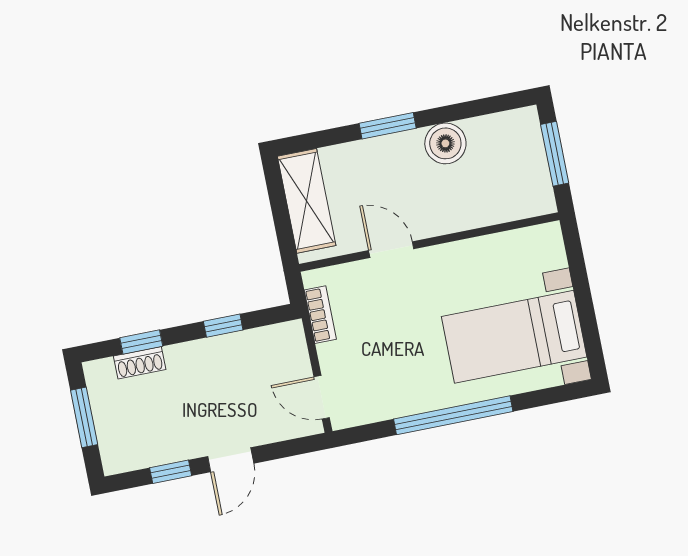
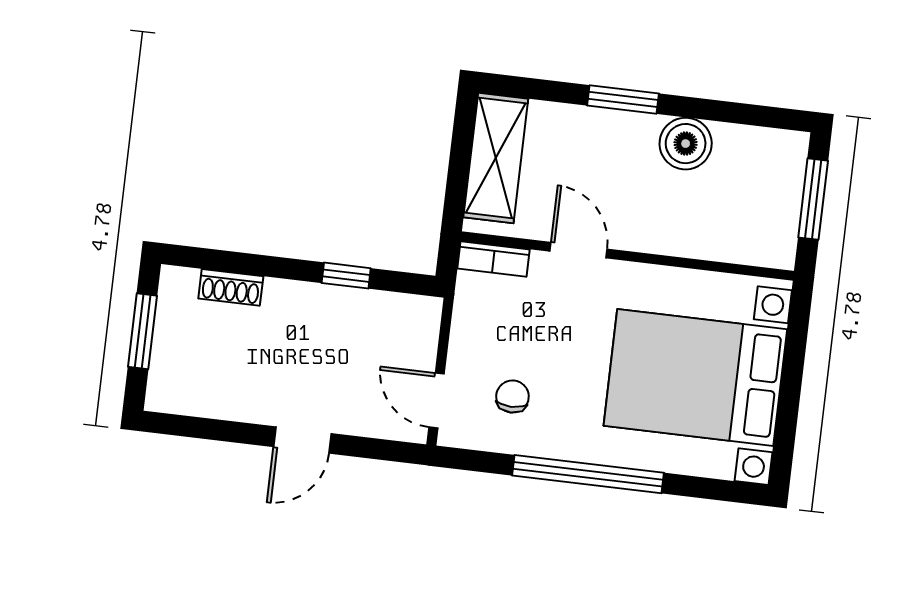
bookcase: (320, 315) -> (493, 259), moved, turned 90
bed with nightstands: (514, 337) -> (695, 378), width x1.36
window: (141, 342) -> (241, 263), removed
chair: (378, 376) -> (512, 396), added
window: (171, 472) -> (225, 431), removed

